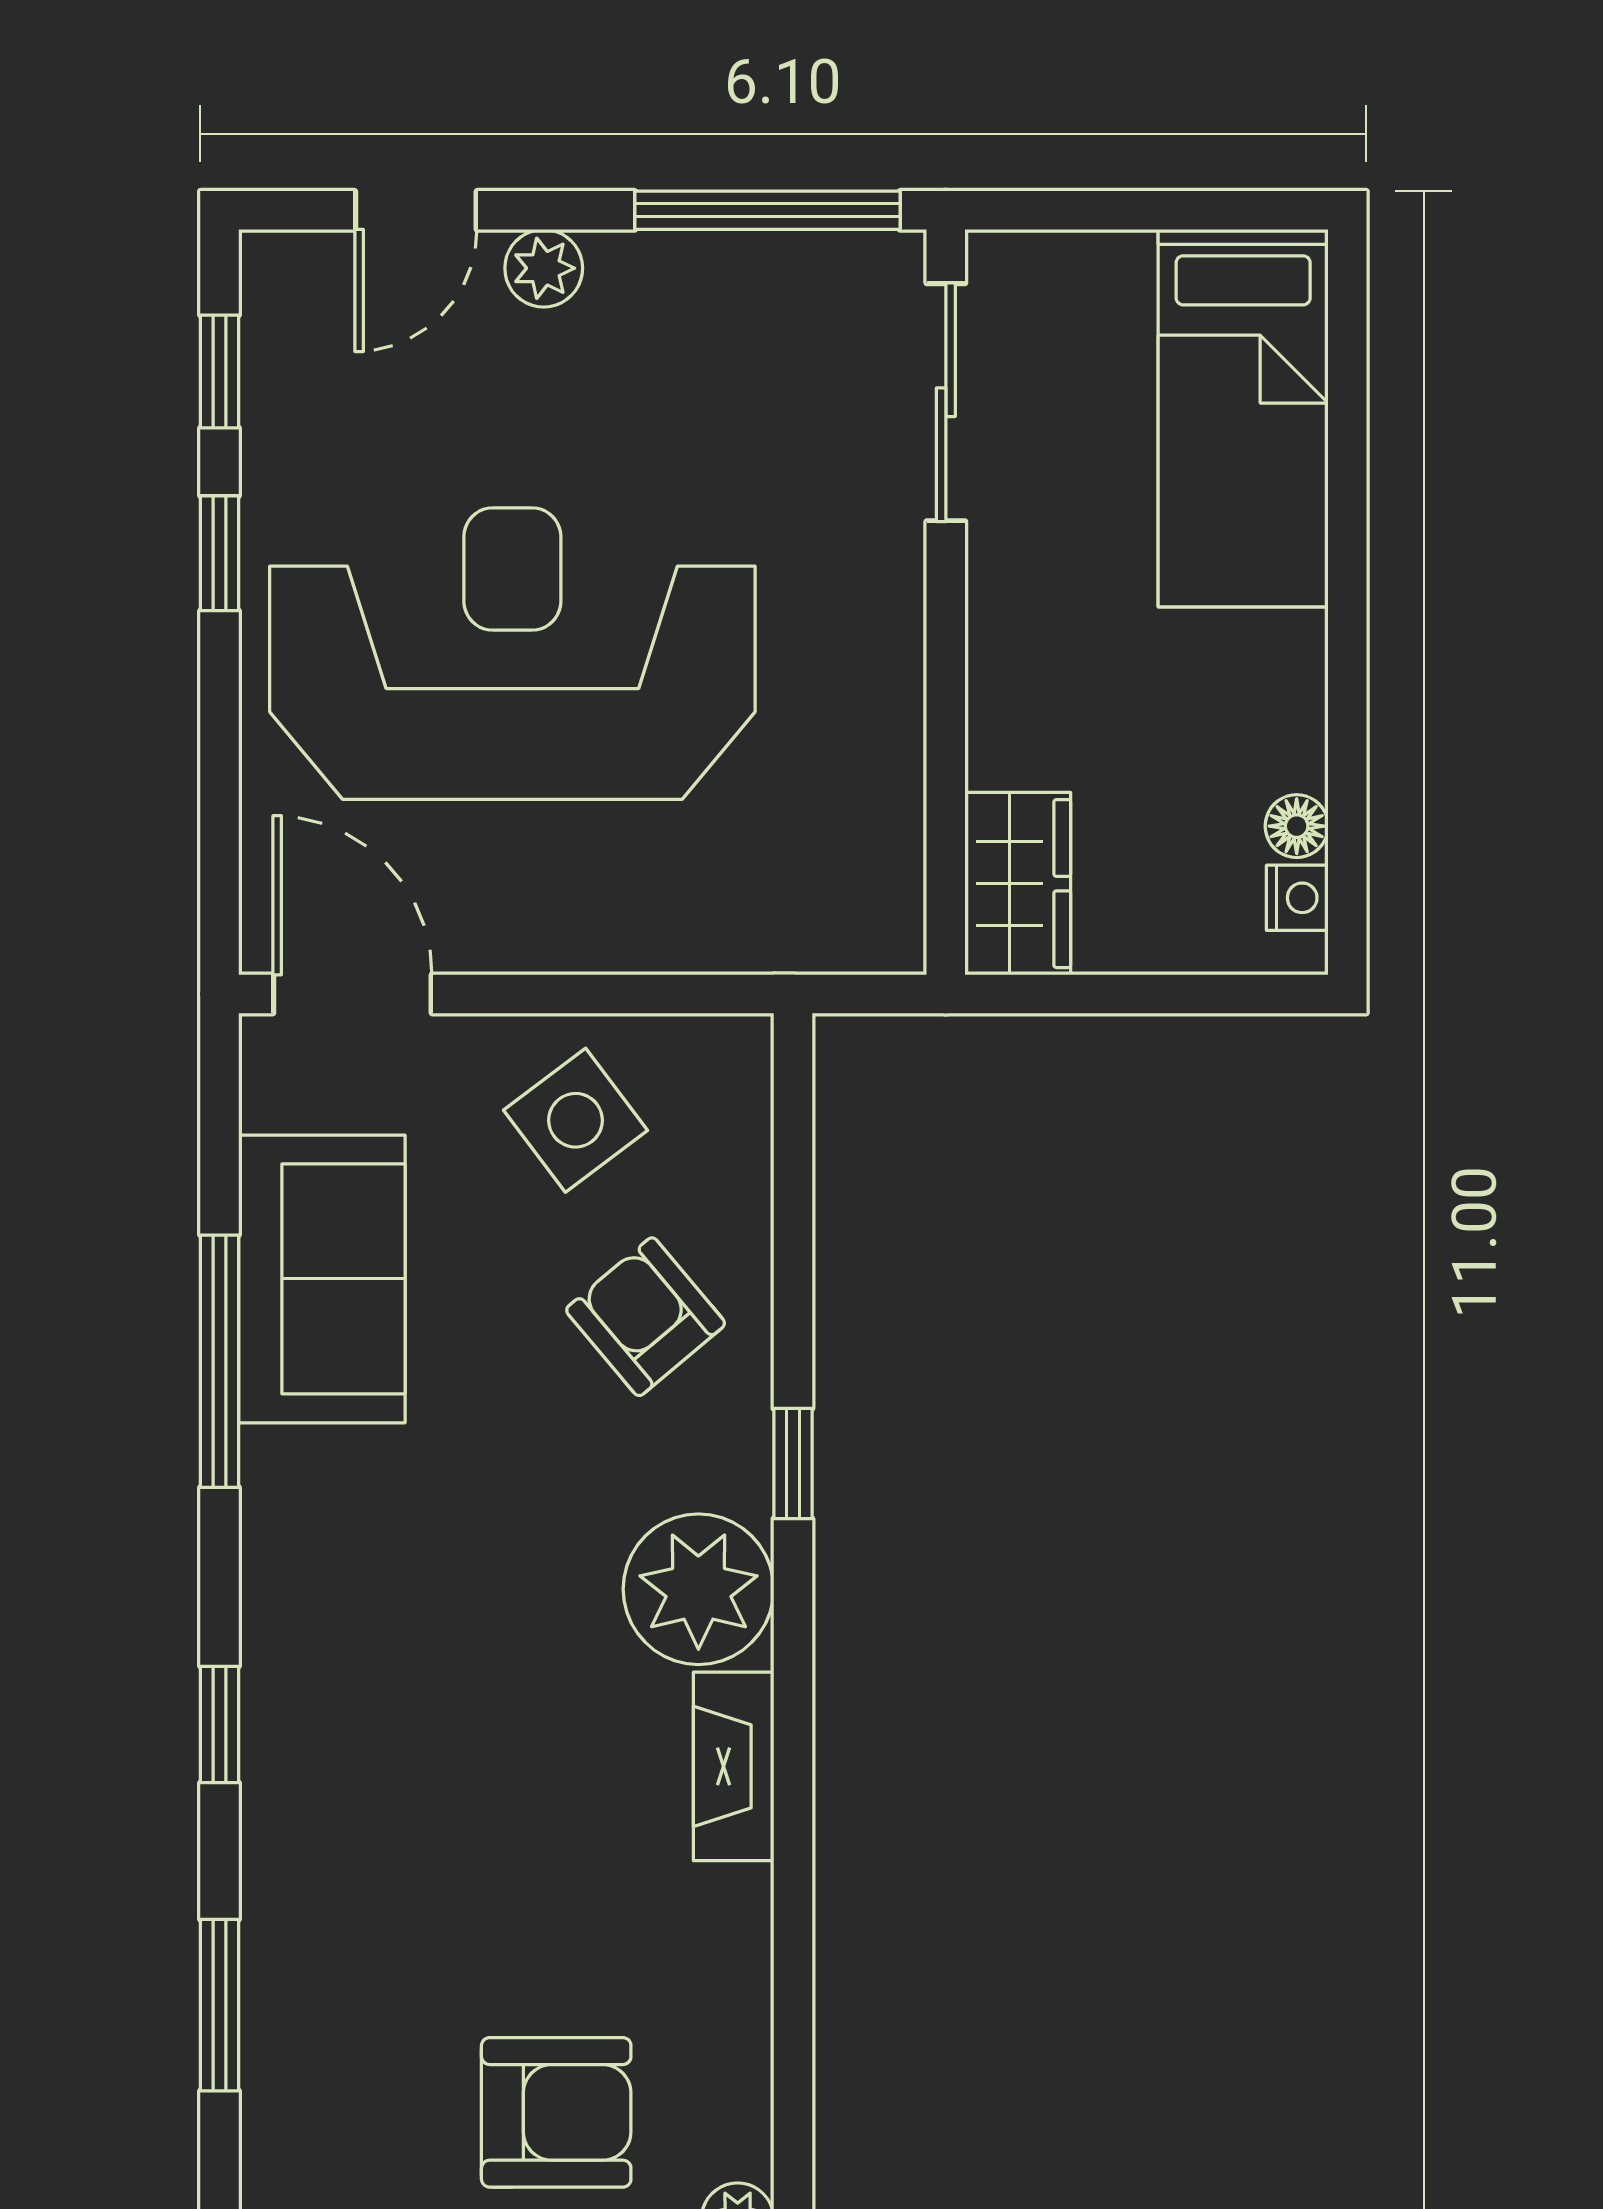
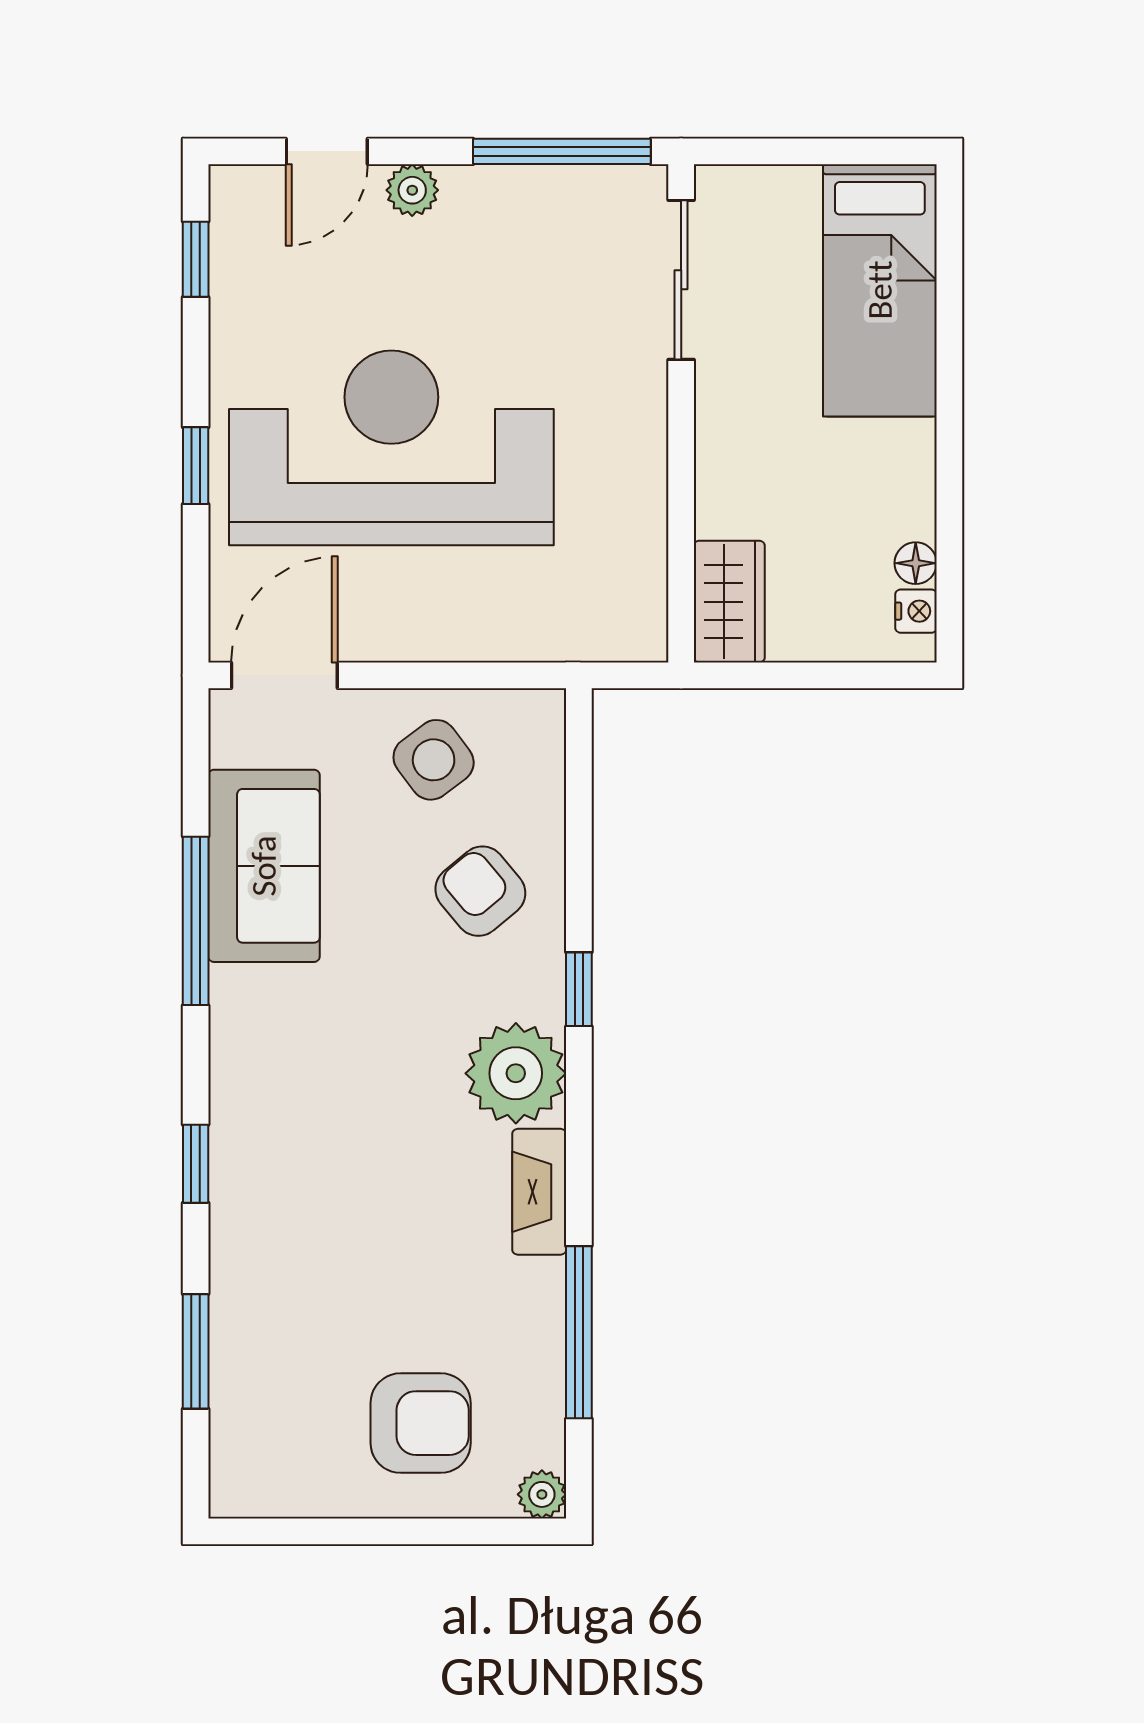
window: (219, 553) -> (196, 466), moved
door: (352, 994) -> (284, 675), hinge flipped
window: (793, 1977) -> (579, 1332), added

